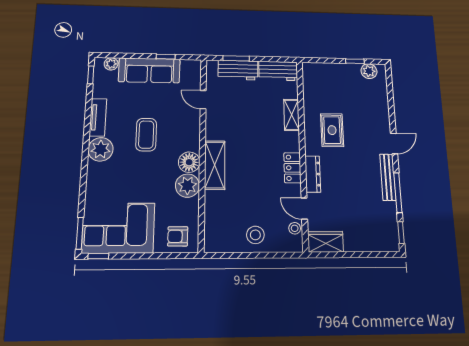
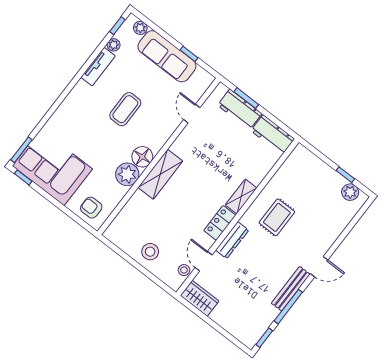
shelving: (292, 115) -> (241, 196), moved
plant: (101, 149) -> (114, 45), moved, width x0.53, depth x0.53

